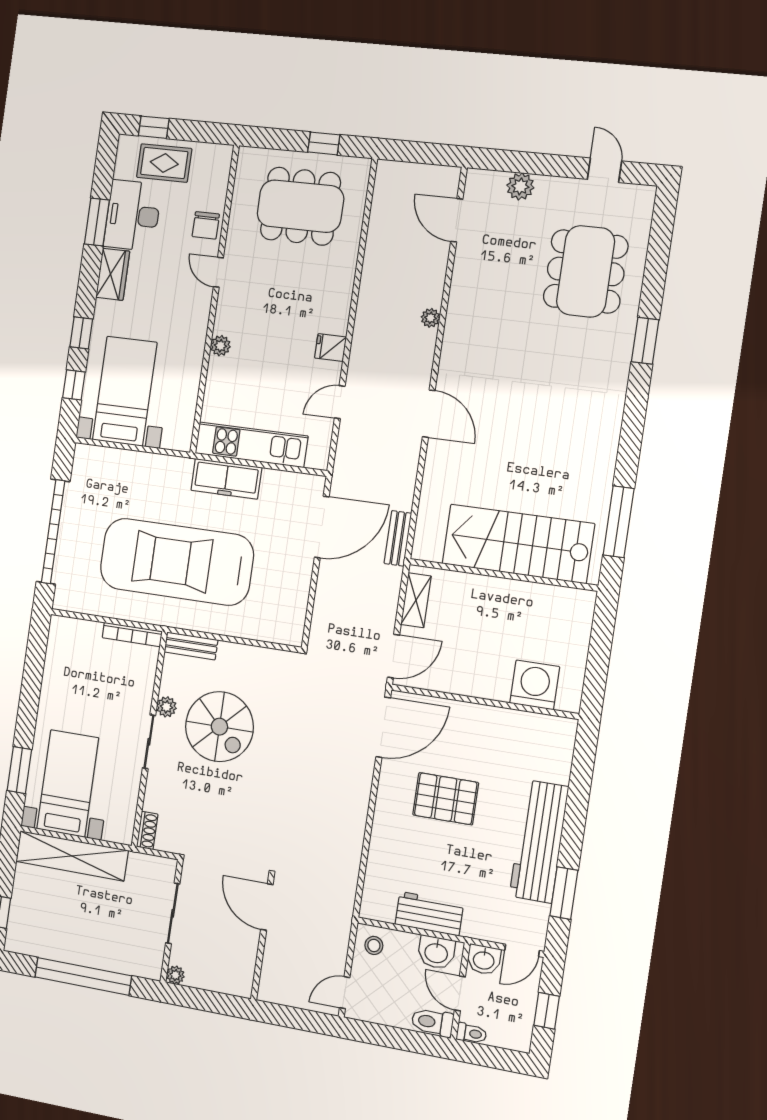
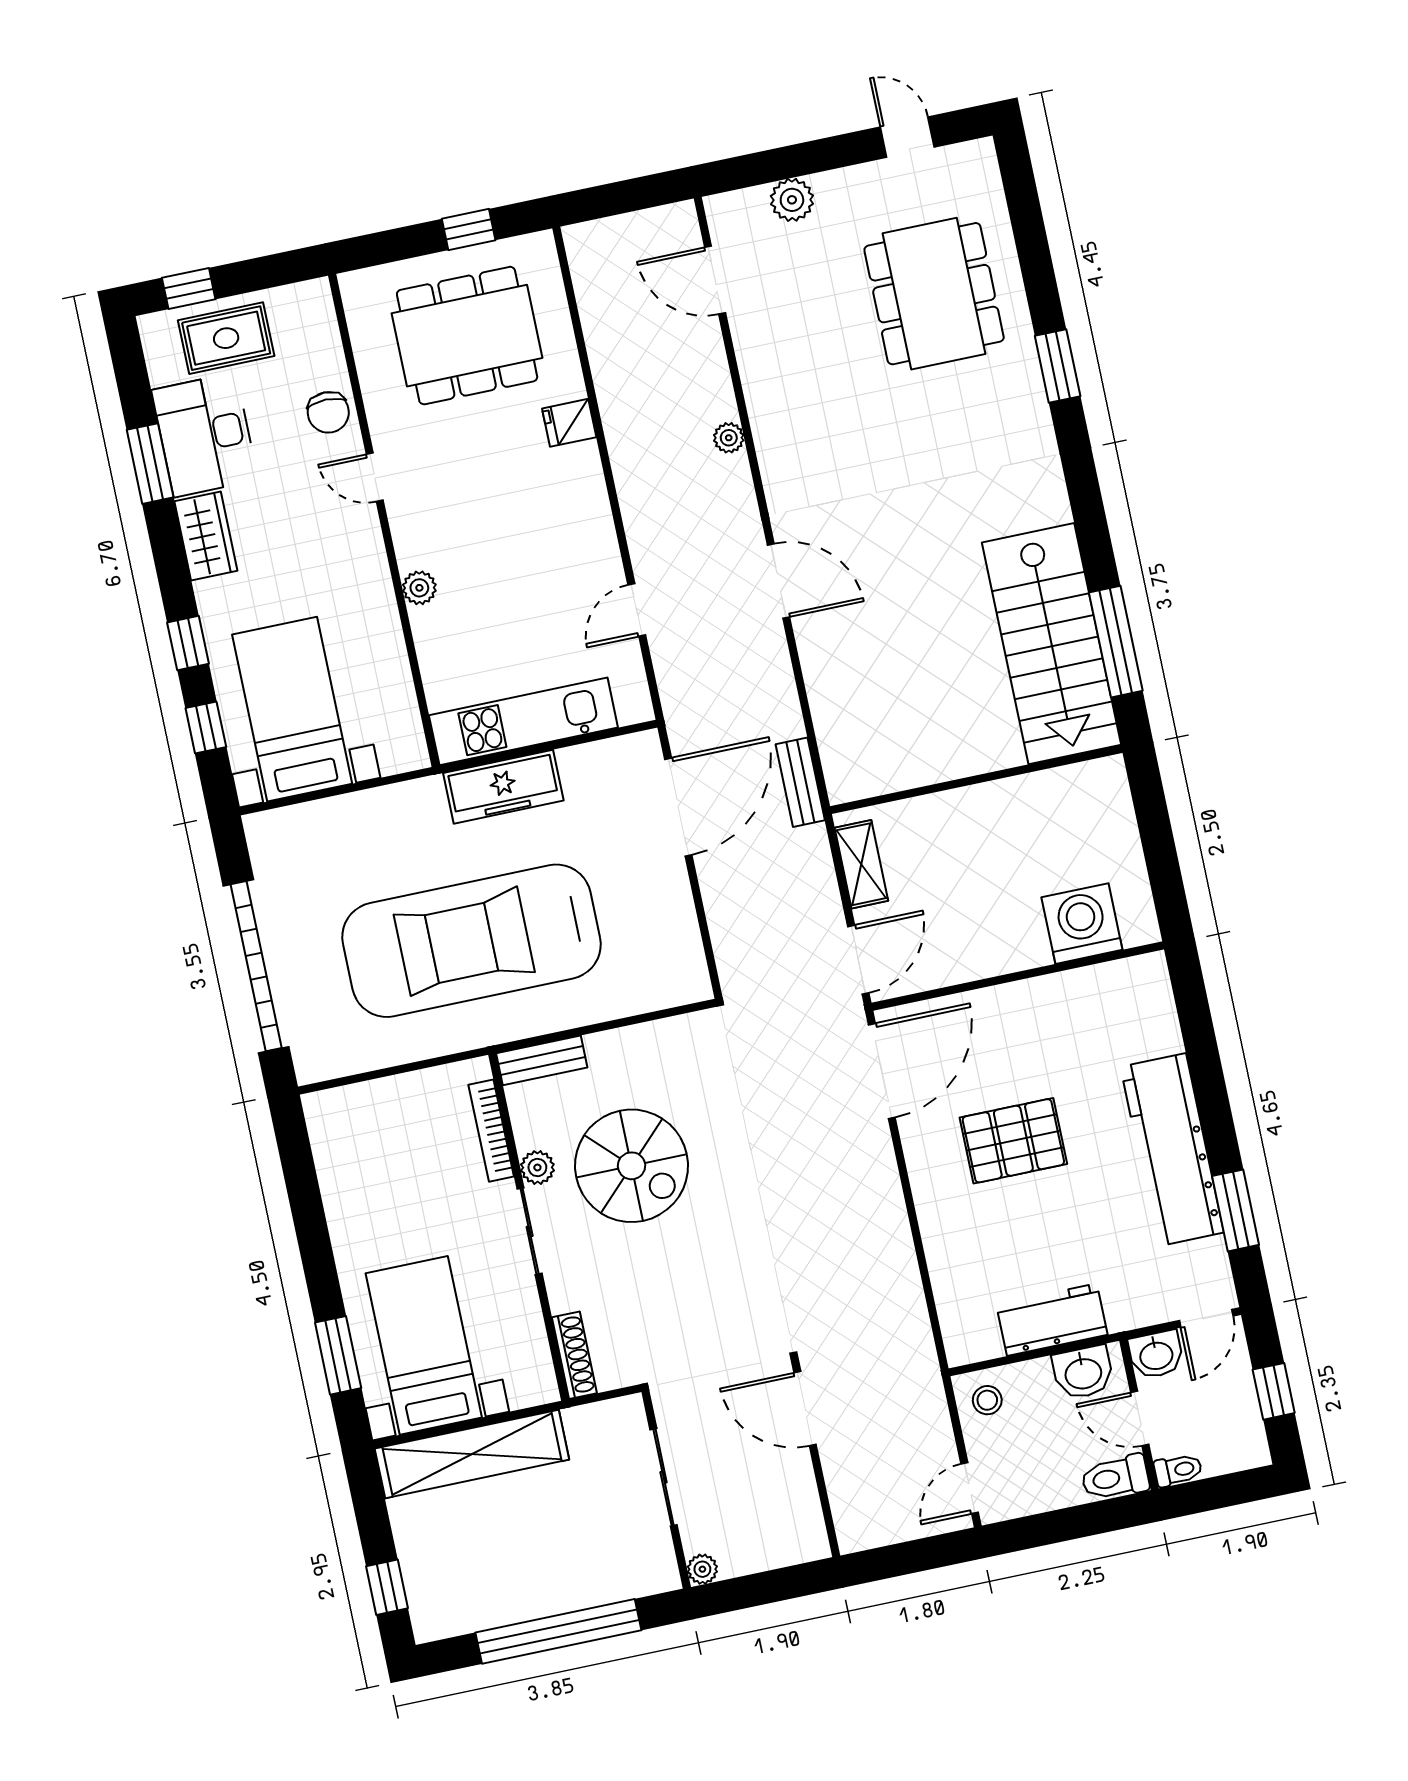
fridge: (331, 348) -> (569, 423), moved
stairs: (518, 544) -> (1051, 644), moved, turned -90
bookcase: (132, 634) -> (491, 1131), moved, turned 90
shoe rack: (147, 830) -> (574, 1355), width x1.43

